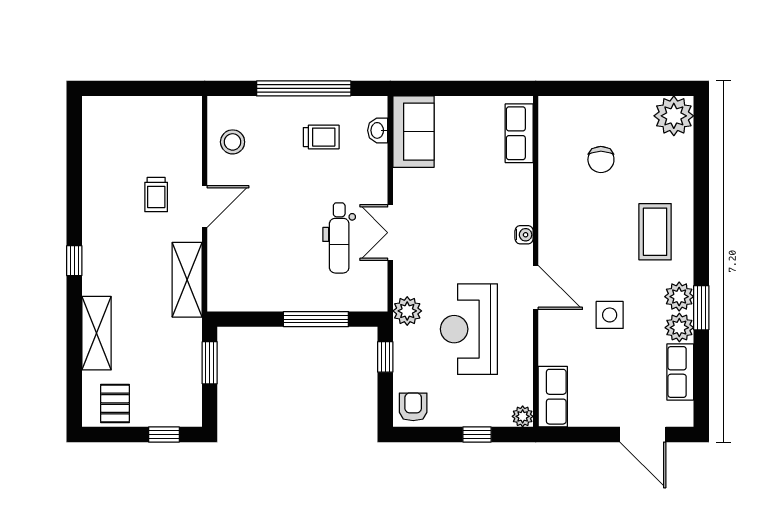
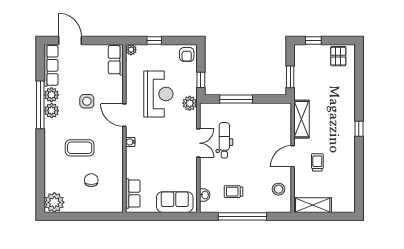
sofa: (413, 132) -> (175, 202), moved, turned 90
coffee table: (655, 232) -> (80, 148), moved, turned 90
window: (701, 308) -> (40, 105), width x2.11
shelving: (96, 333) -> (313, 205), moved, turned 90
row of seats: (680, 372) -> (51, 65), width x1.48

